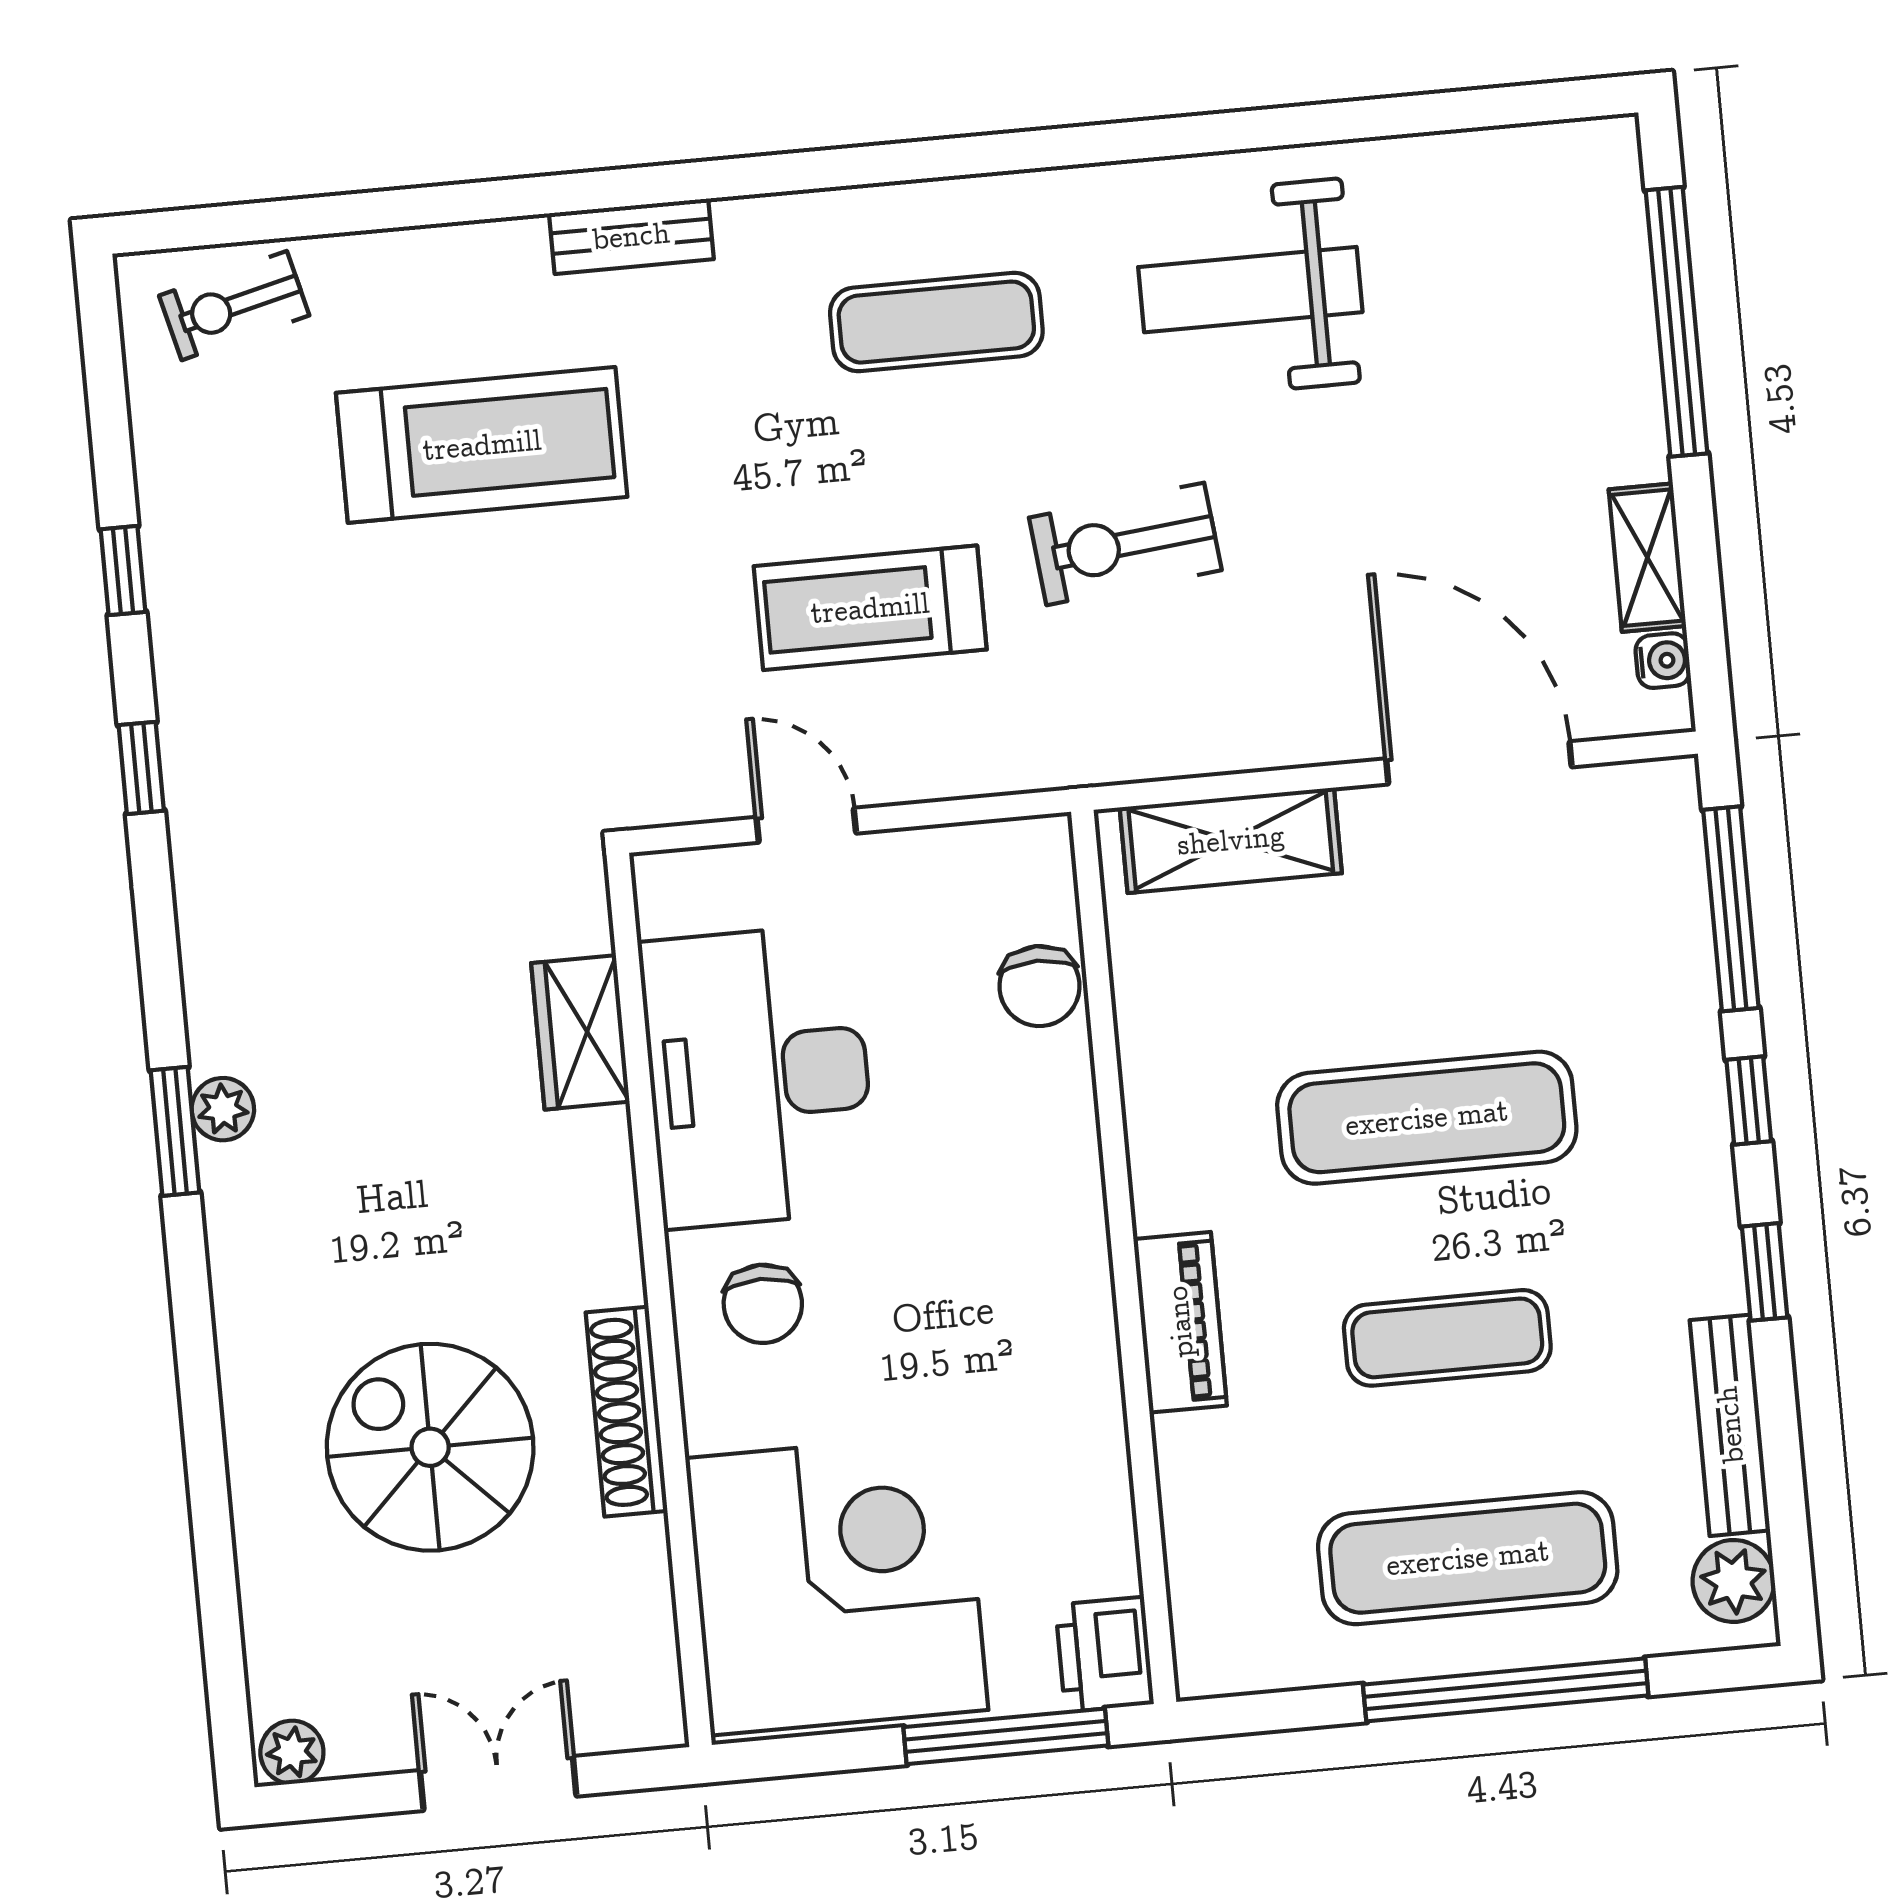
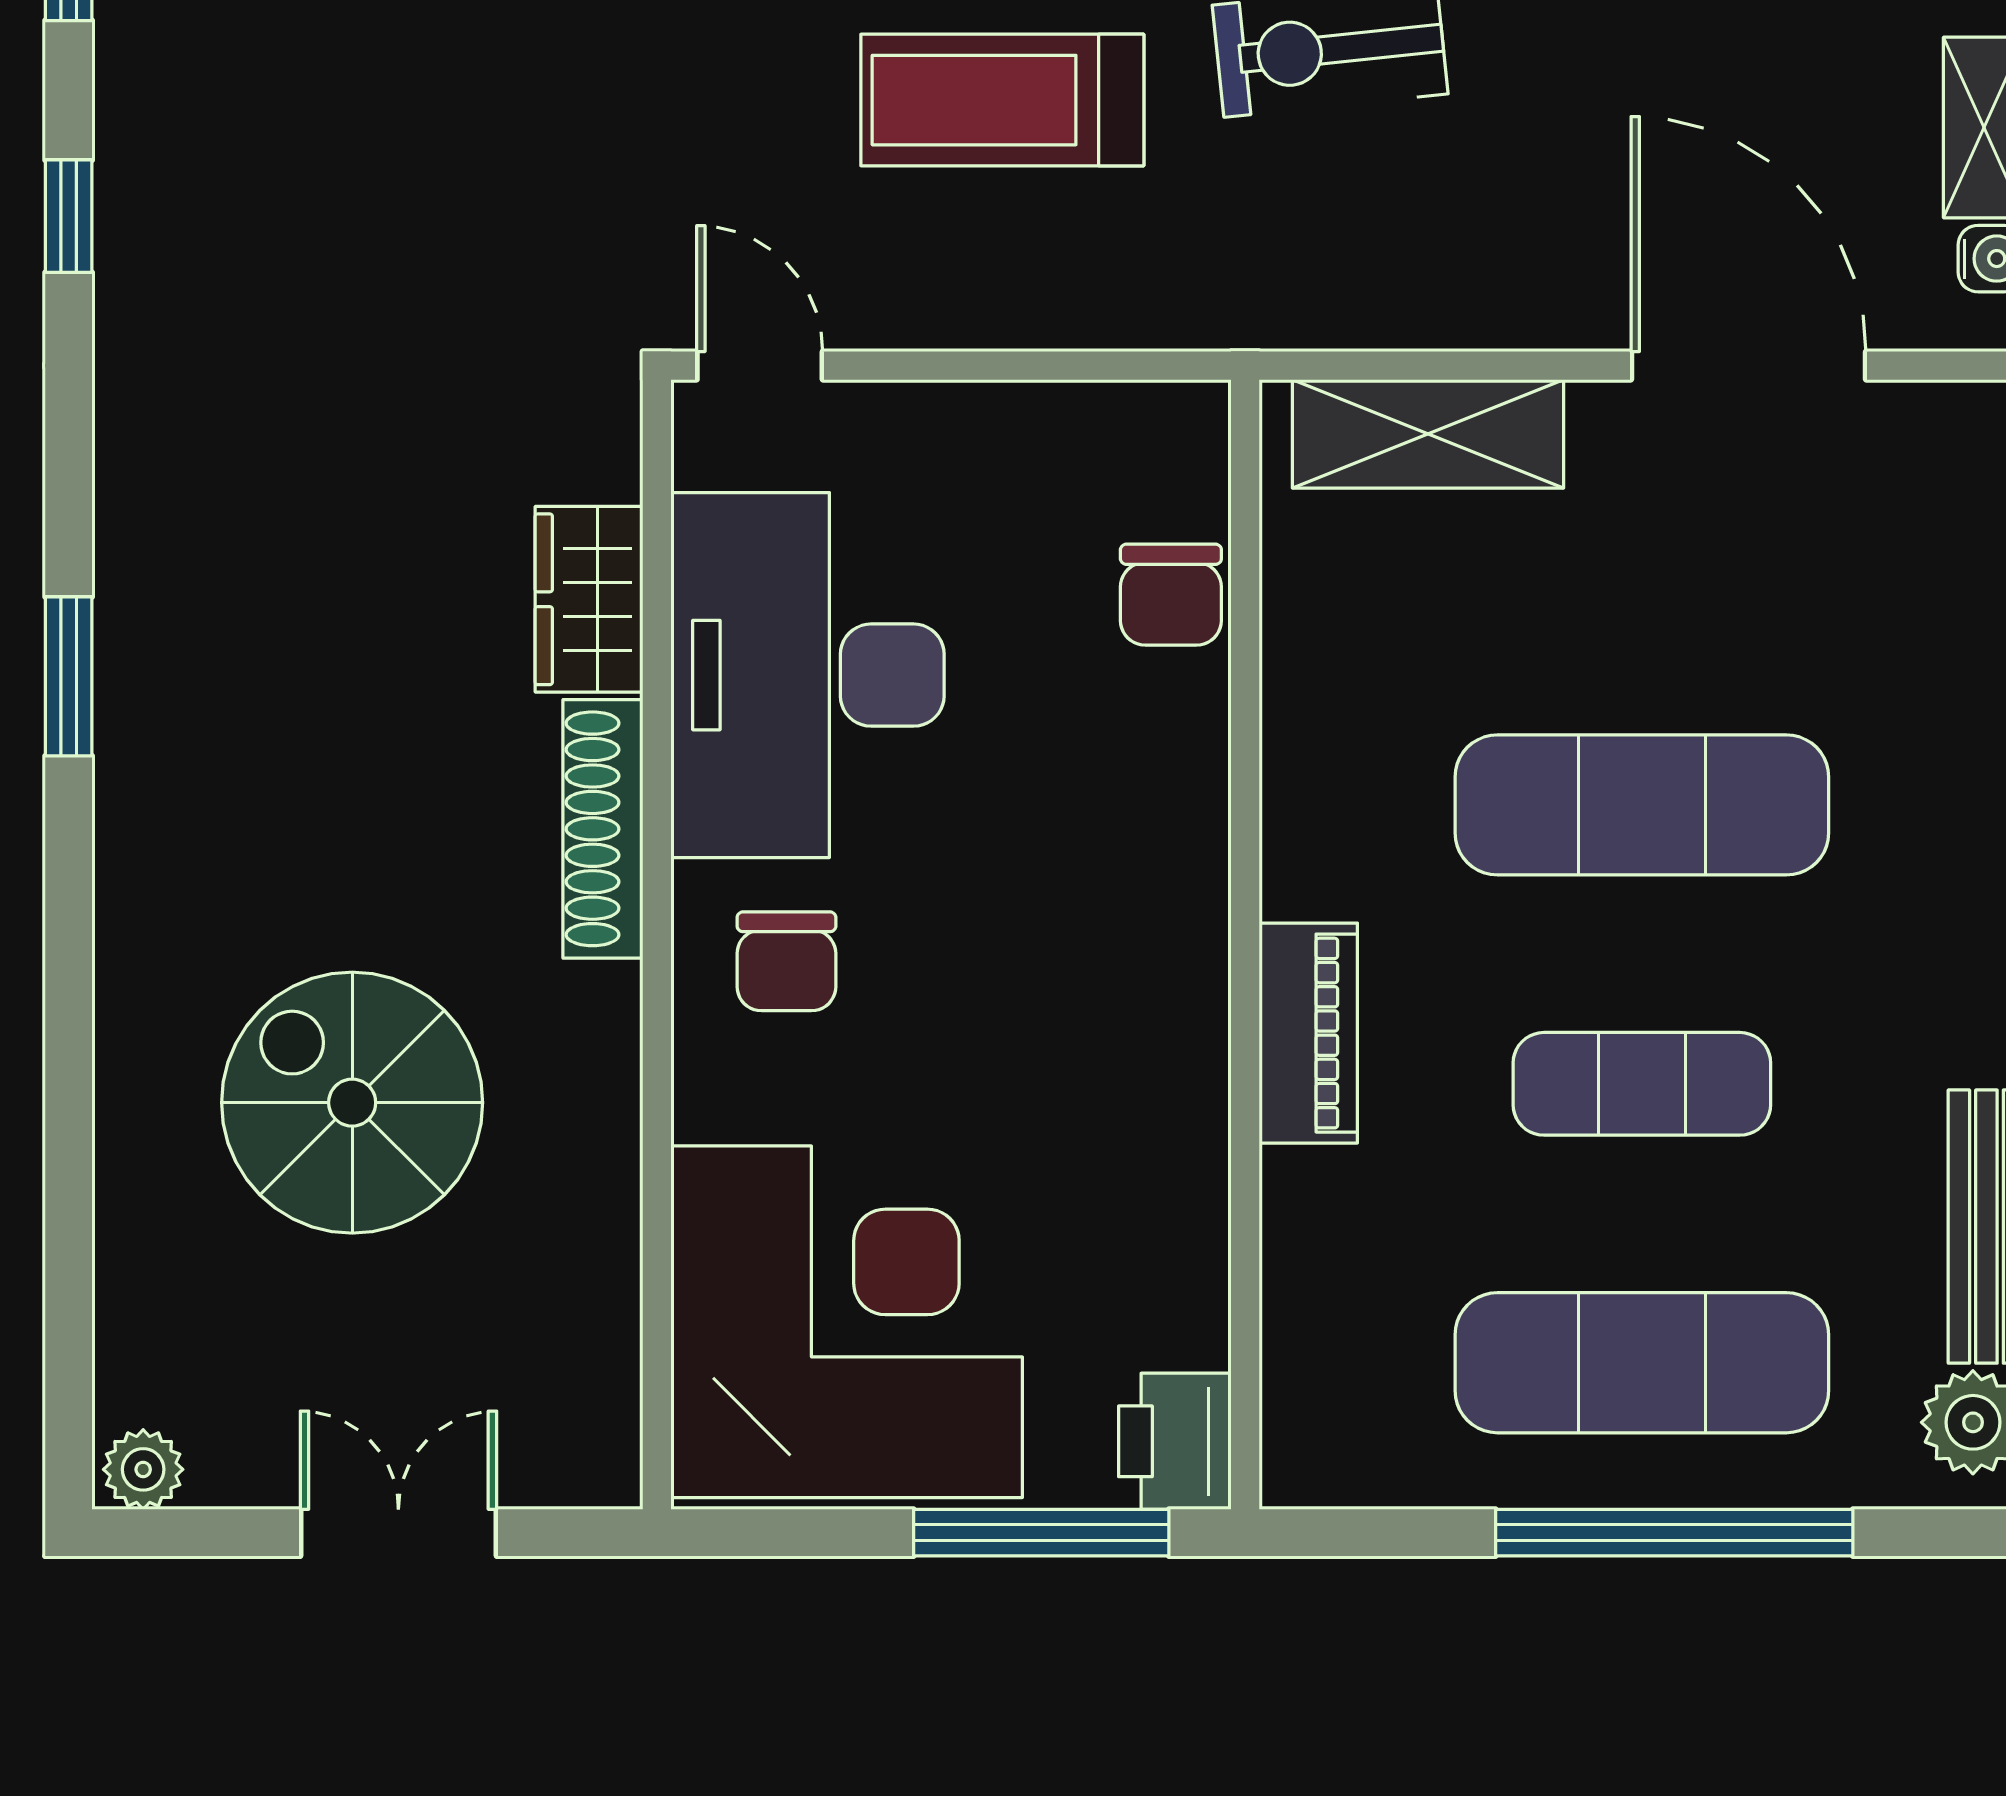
door: (806, 825) -> (760, 366), moved
plant: (223, 1109) -> (131, 654), removed
shoe rack: (627, 1412) -> (603, 829), moved

